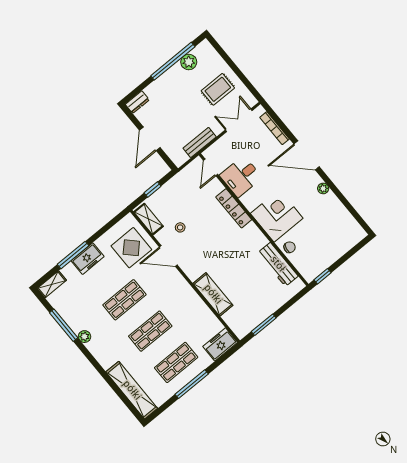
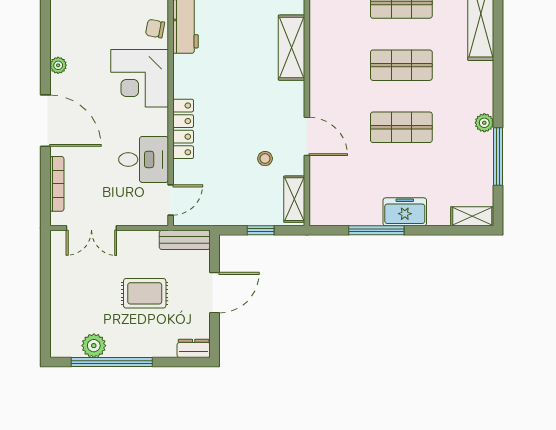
rug: (218, 89) -> (145, 293), moved
bench: (200, 143) -> (185, 240), moved
display table: (131, 248) -> (342, 182), removed
window: (73, 255) -> (376, 230), moved

